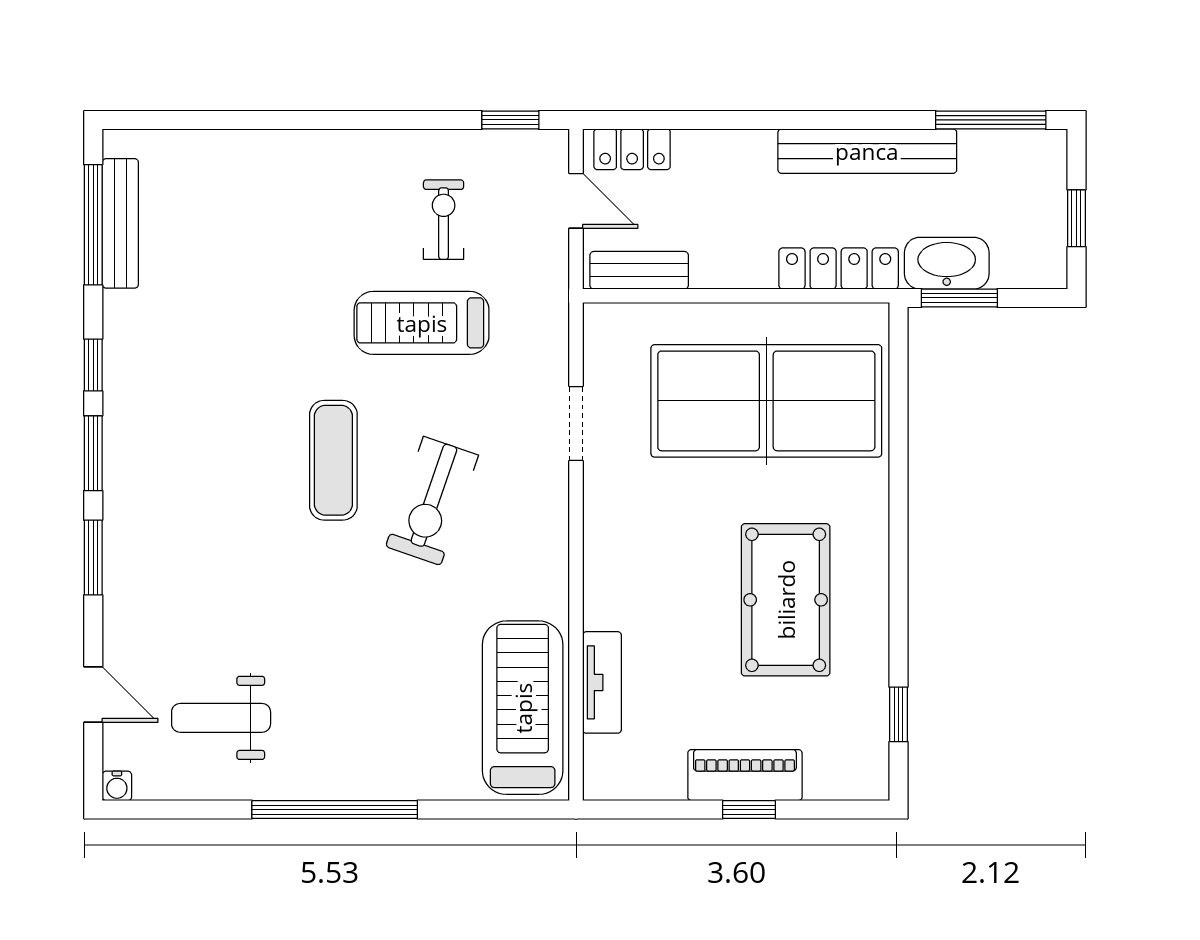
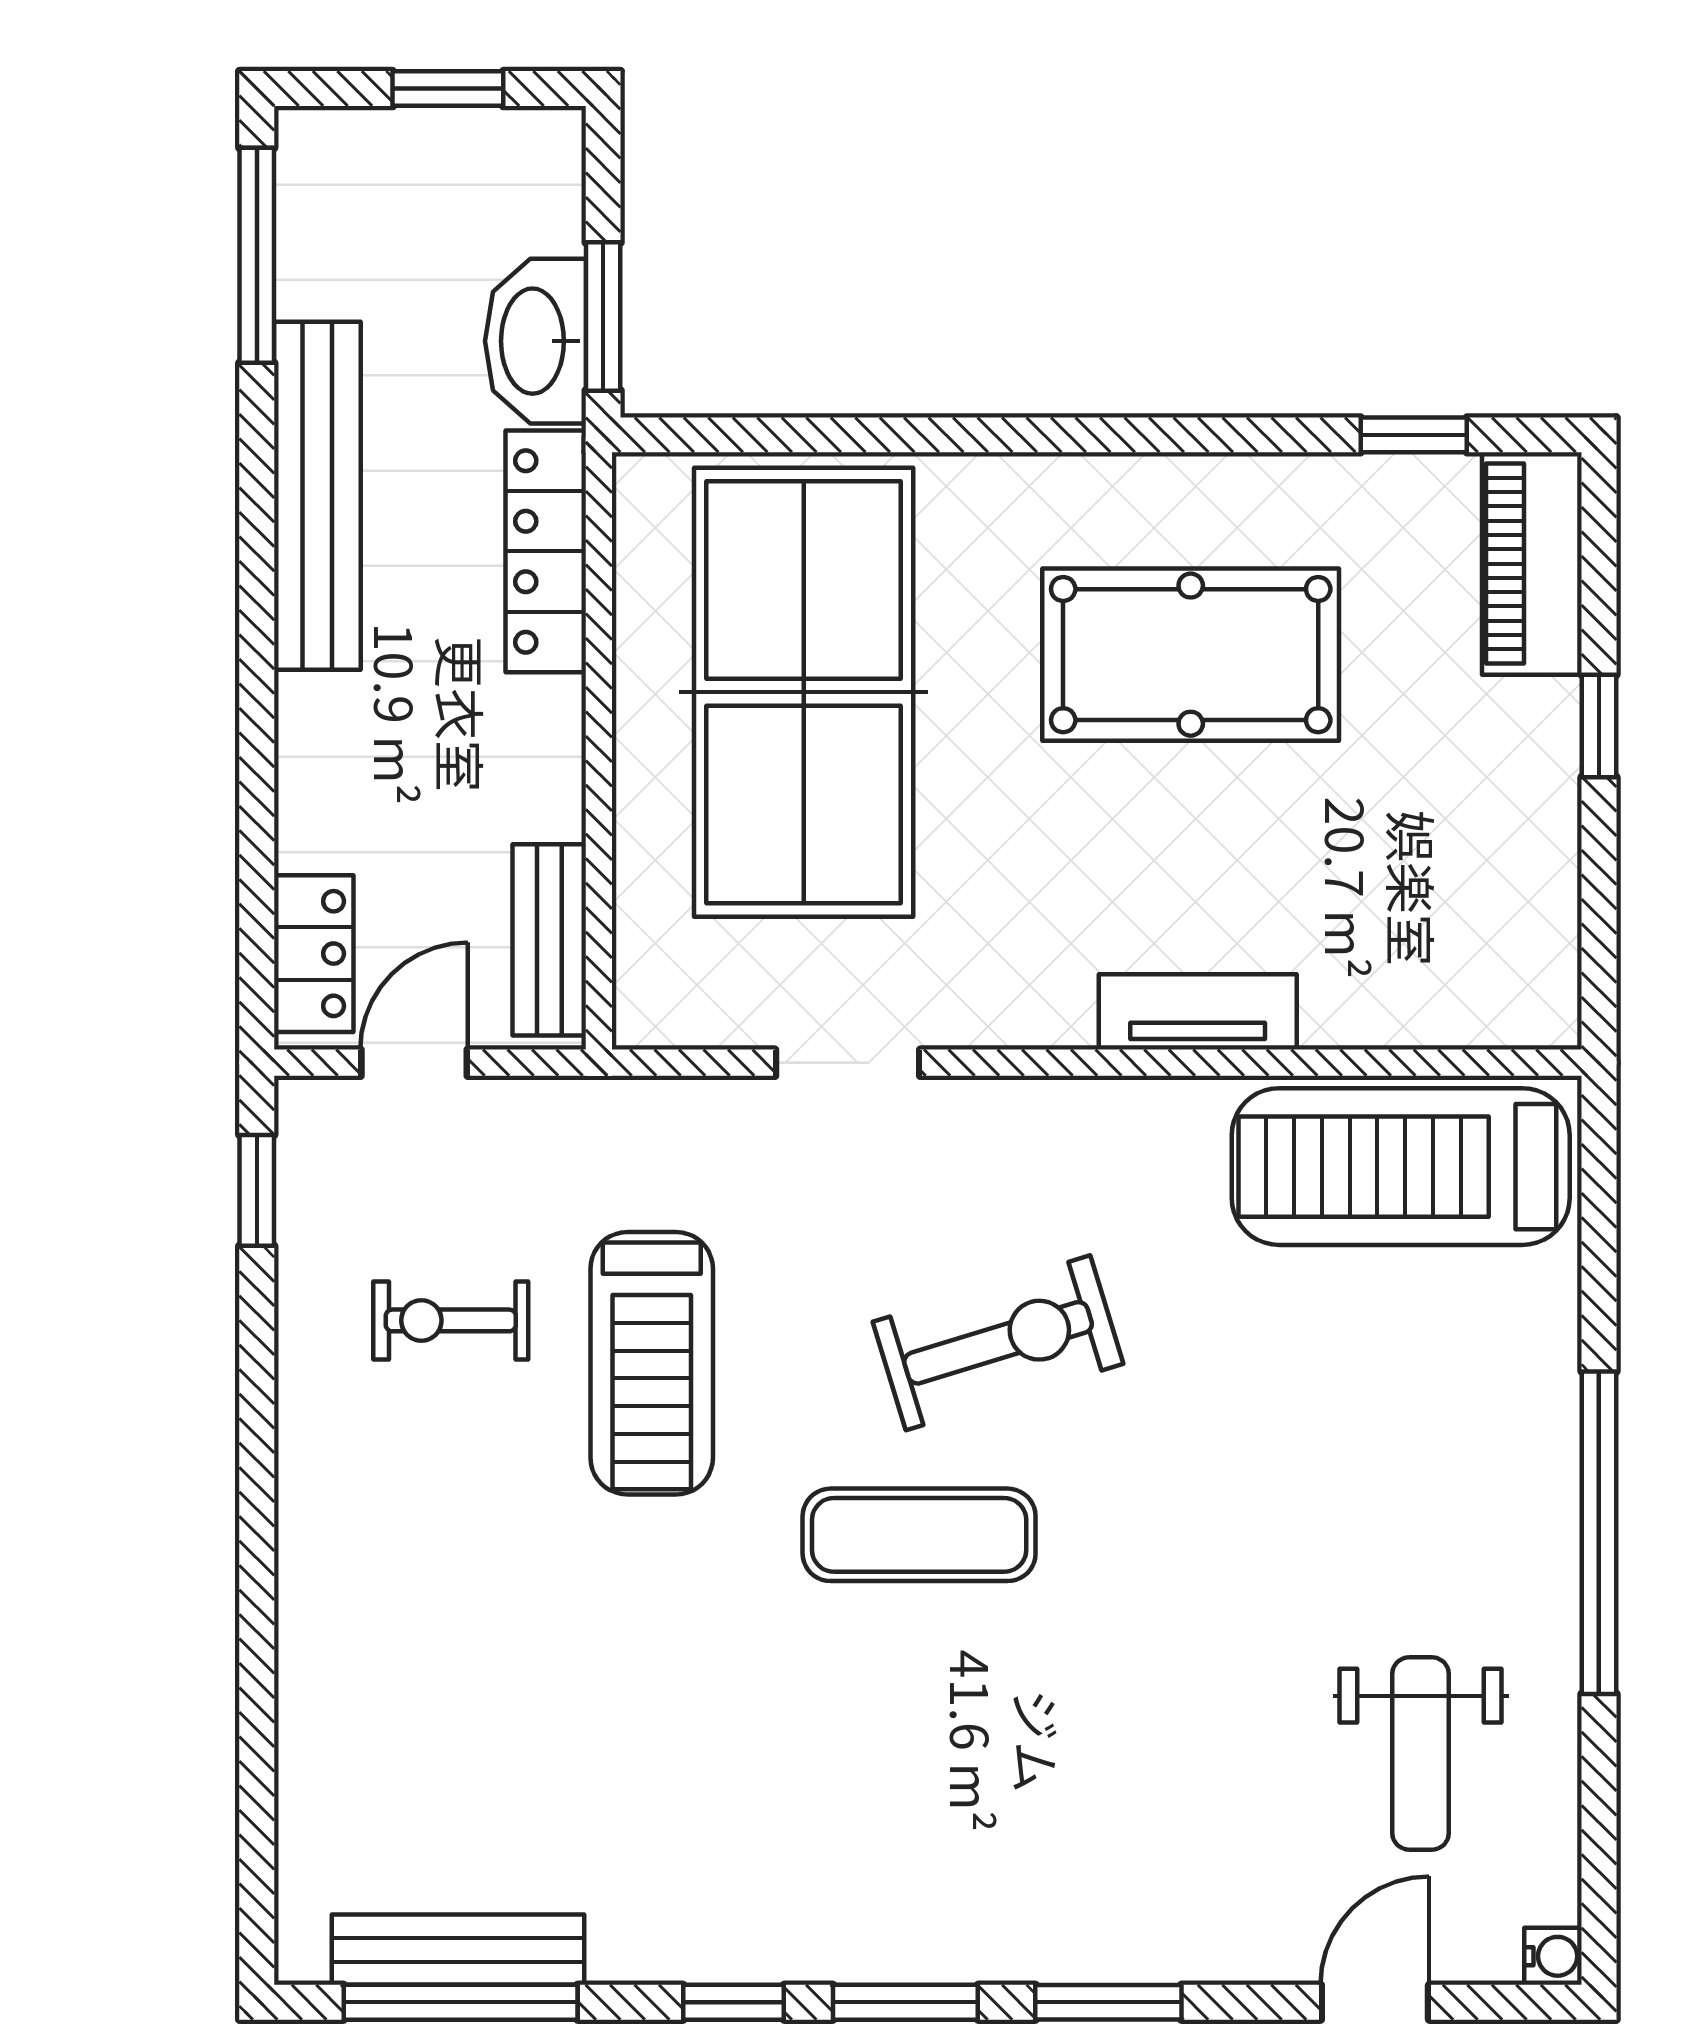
exercise bike: (432, 501) -> (998, 1343), turned -36
tv unit: (602, 682) -> (1198, 1012), moved
piano: (745, 775) -> (1532, 564), moved

